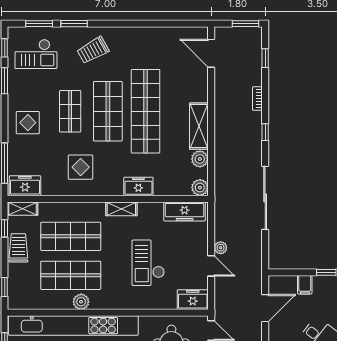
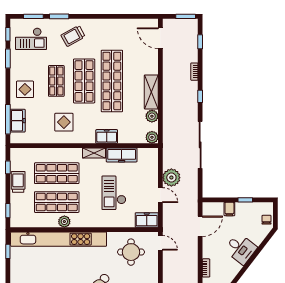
freezer: (25, 186) -> (18, 121), moved, turned 90
shelving: (23, 209) -> (21, 153), removed
freezer: (185, 211) -> (122, 155), moved
plant: (221, 248) -> (171, 178), width x1.88, depth x1.88

